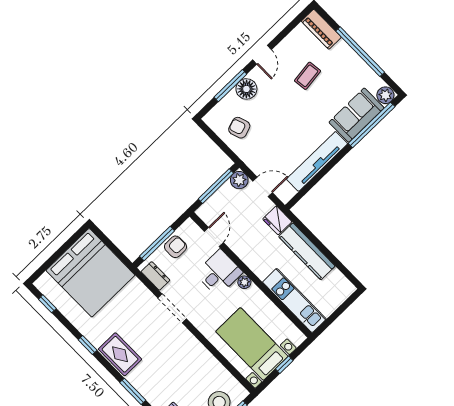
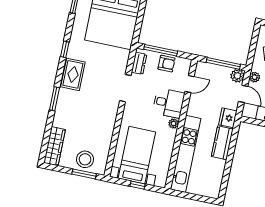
plant: (253, 163) -> (255, 77), added
kitchen counter: (307, 251) -> (222, 143), width x0.67
kitchen unit: (294, 300) -> (186, 154), width x1.36

